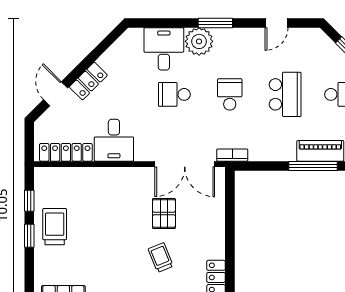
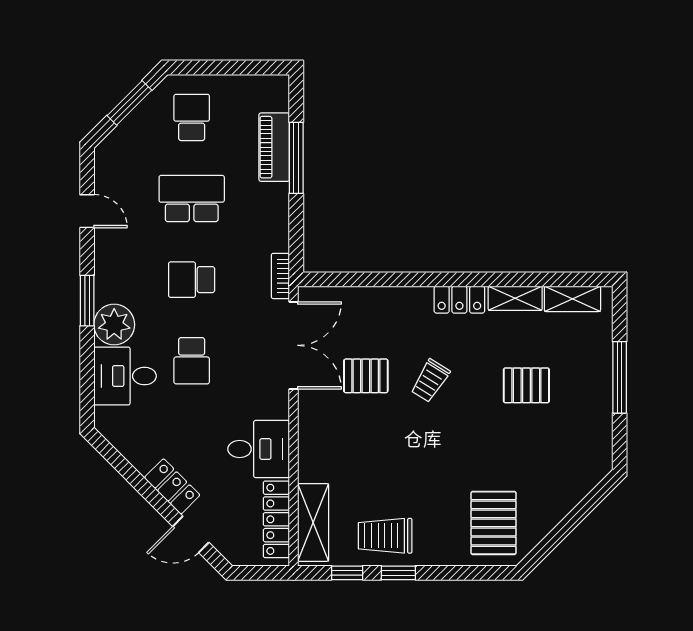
shelving: (64, 177) -> (313, 522), added
trolley: (161, 258) -> (430, 381), turned -36

